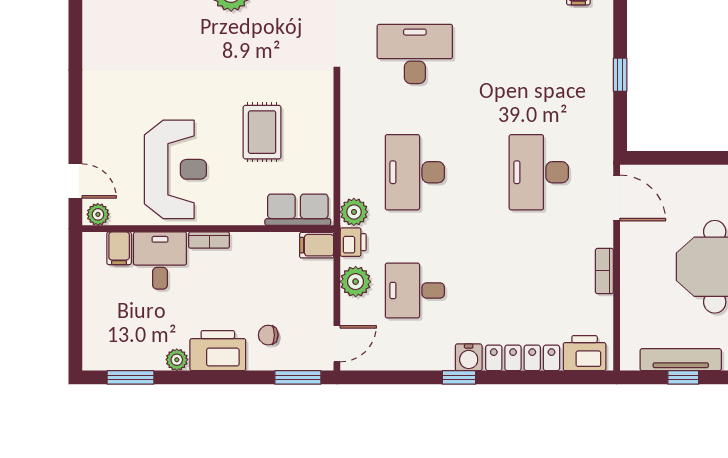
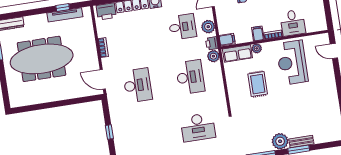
plant: (98, 214) -> (257, 48), moved
filing cabinet: (119, 248) -> (258, 34), moved

